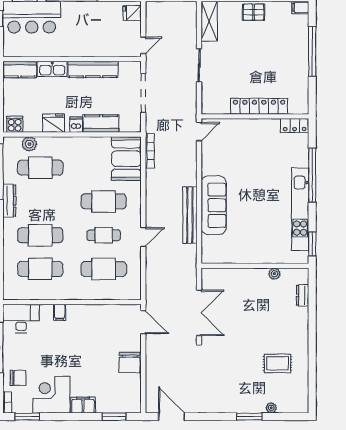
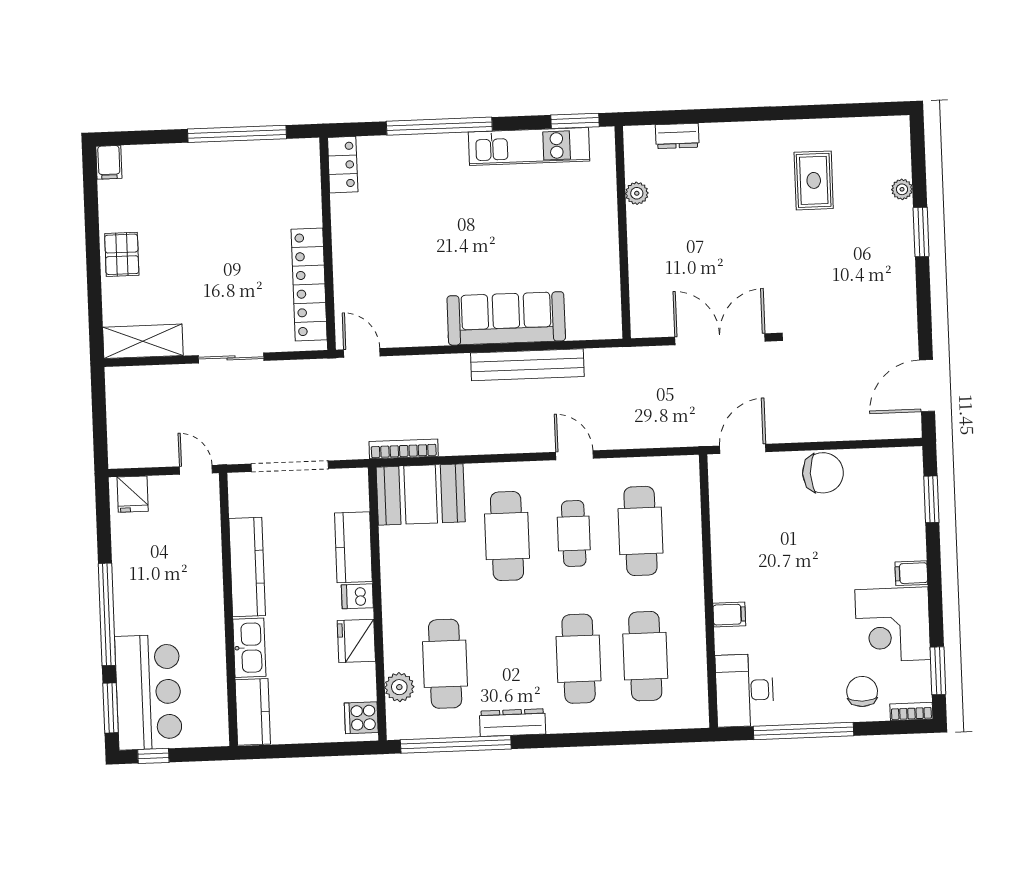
window: (312, 51) -> (237, 134), moved
locker: (259, 106) -> (309, 285), moved
kitchen unit: (300, 209) -> (529, 147), width x0.73
filing cabinet: (83, 405) -> (911, 573), width x0.50

